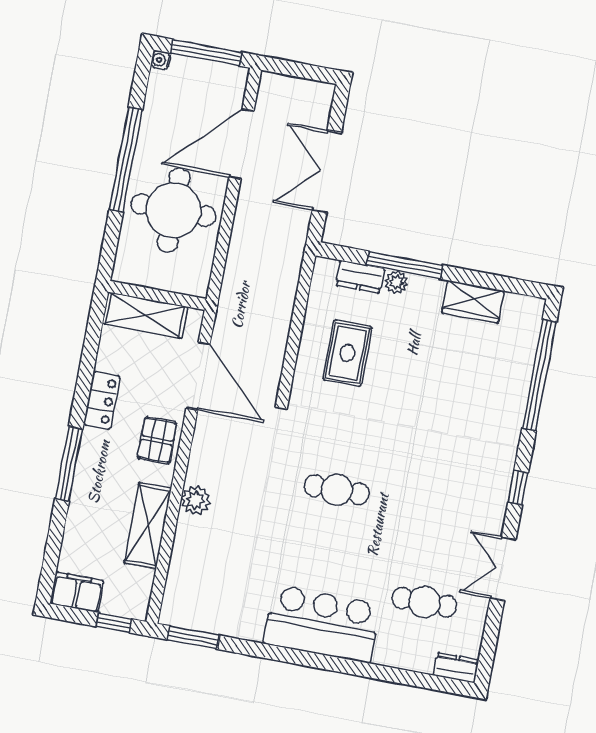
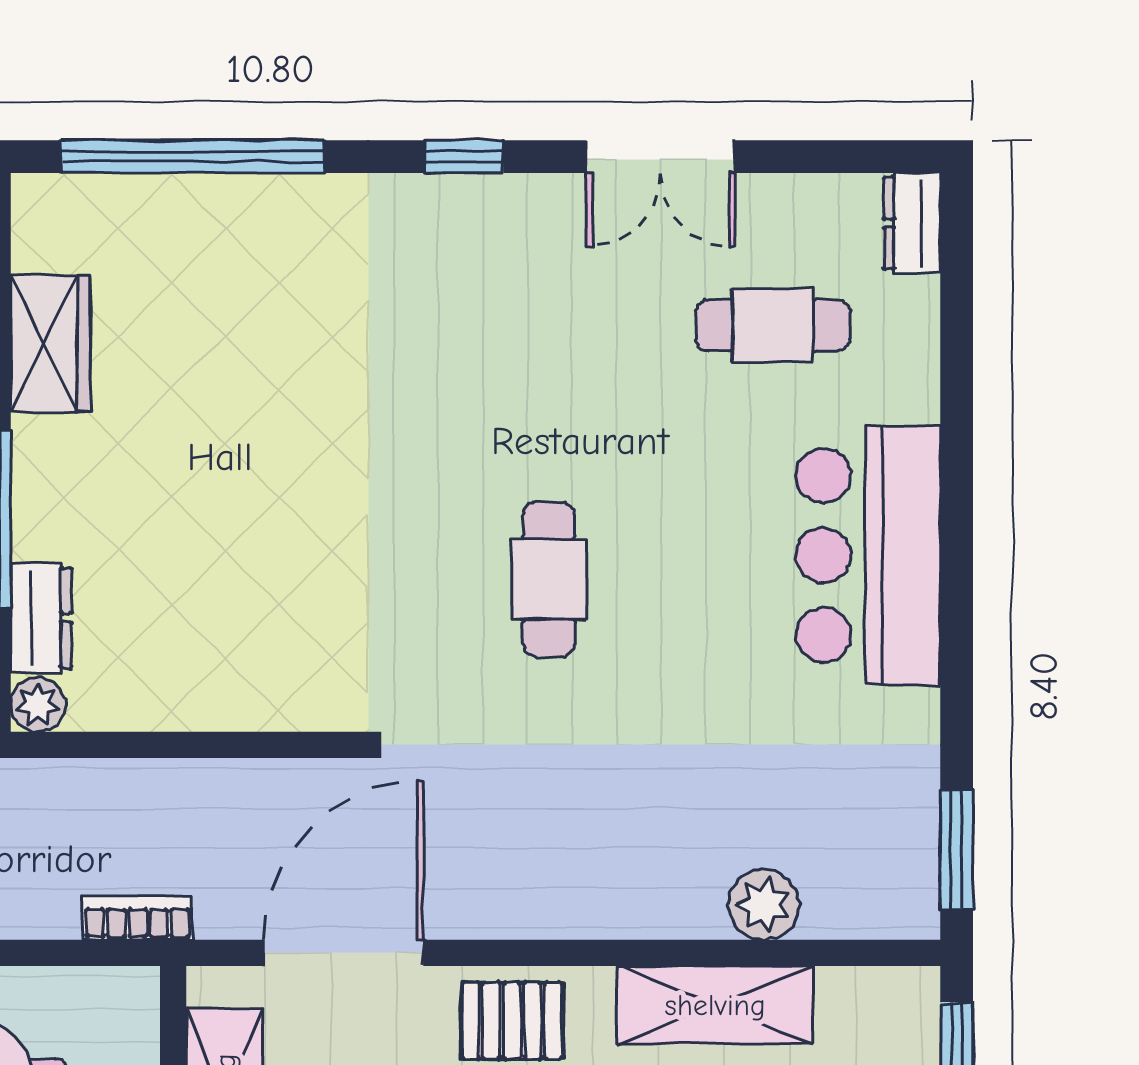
plant: (396, 282) -> (38, 705), moved
bookcase: (229, 293) -> (138, 918), added
rug: (347, 353) -> (225, 614), removed
plant: (195, 500) -> (764, 905), moved
cafe table: (424, 602) -> (773, 325), turned 90

